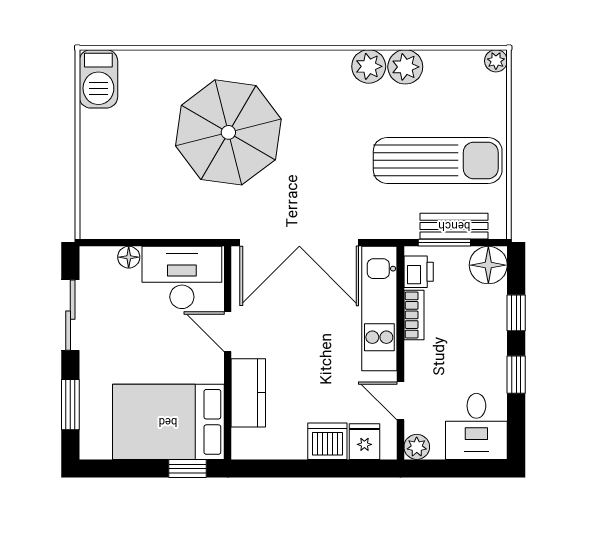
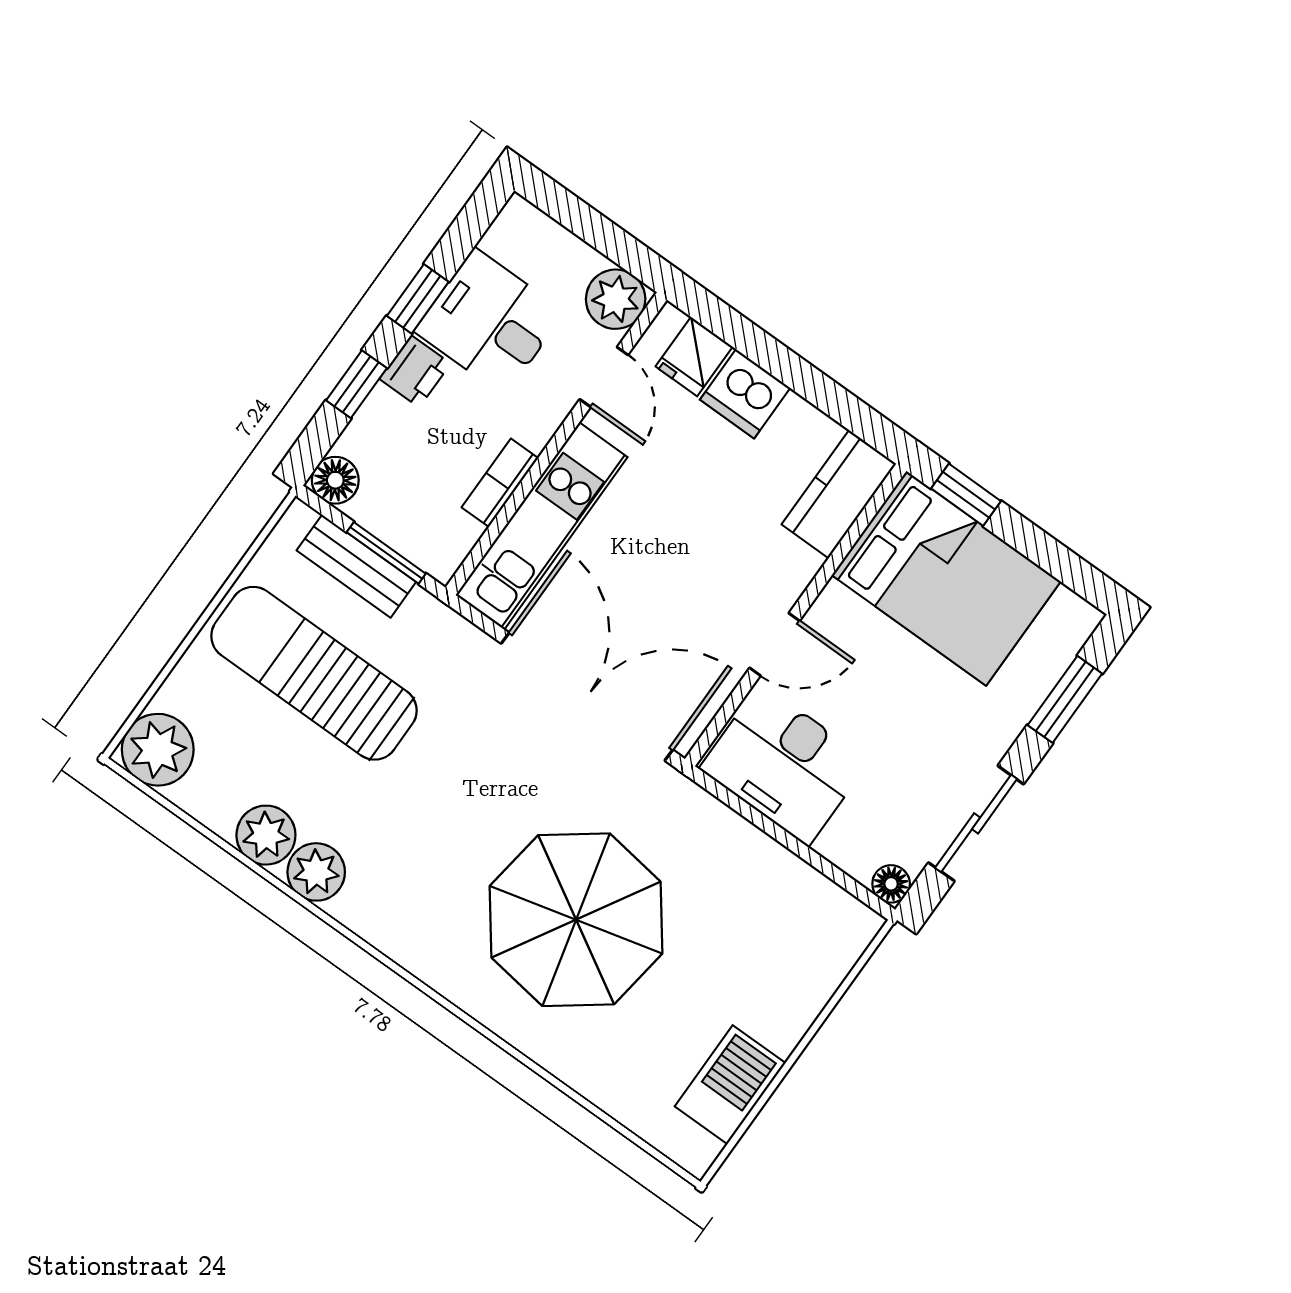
plant: (496, 61) -> (158, 750), width x1.87, depth x1.87
barbecue: (98, 79) -> (730, 1085), moved
floor lamp: (129, 257) -> (891, 884), moved
floor lamp: (488, 265) -> (335, 480), width x0.73, depth x0.73
printer: (419, 272) -> (415, 371), moved, turned 180
door: (228, 332) -> (775, 644), hinge flipped
kitchen counter: (248, 393) -> (839, 494), moved
desk: (476, 426) -> (490, 322), moved, turned -90
plant: (417, 447) -> (616, 299), width x1.38, depth x1.38

